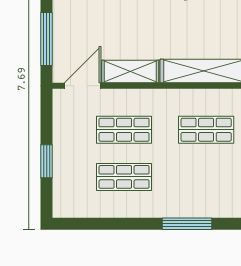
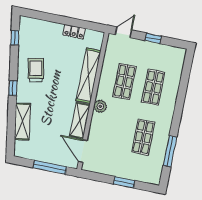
plant: (159, 99) -> (100, 106), added
shop shelf: (124, 130) -> (153, 87), moved
window: (187, 224) -> (170, 151), moved

